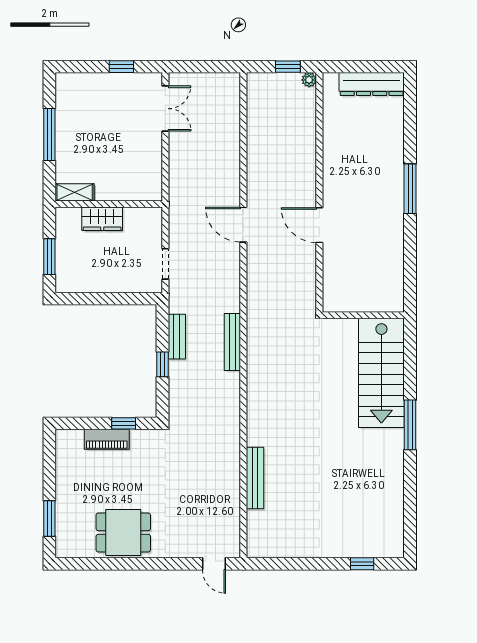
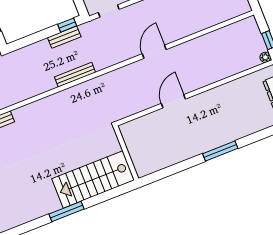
window: (162, 364) -> (67, 25), moved

